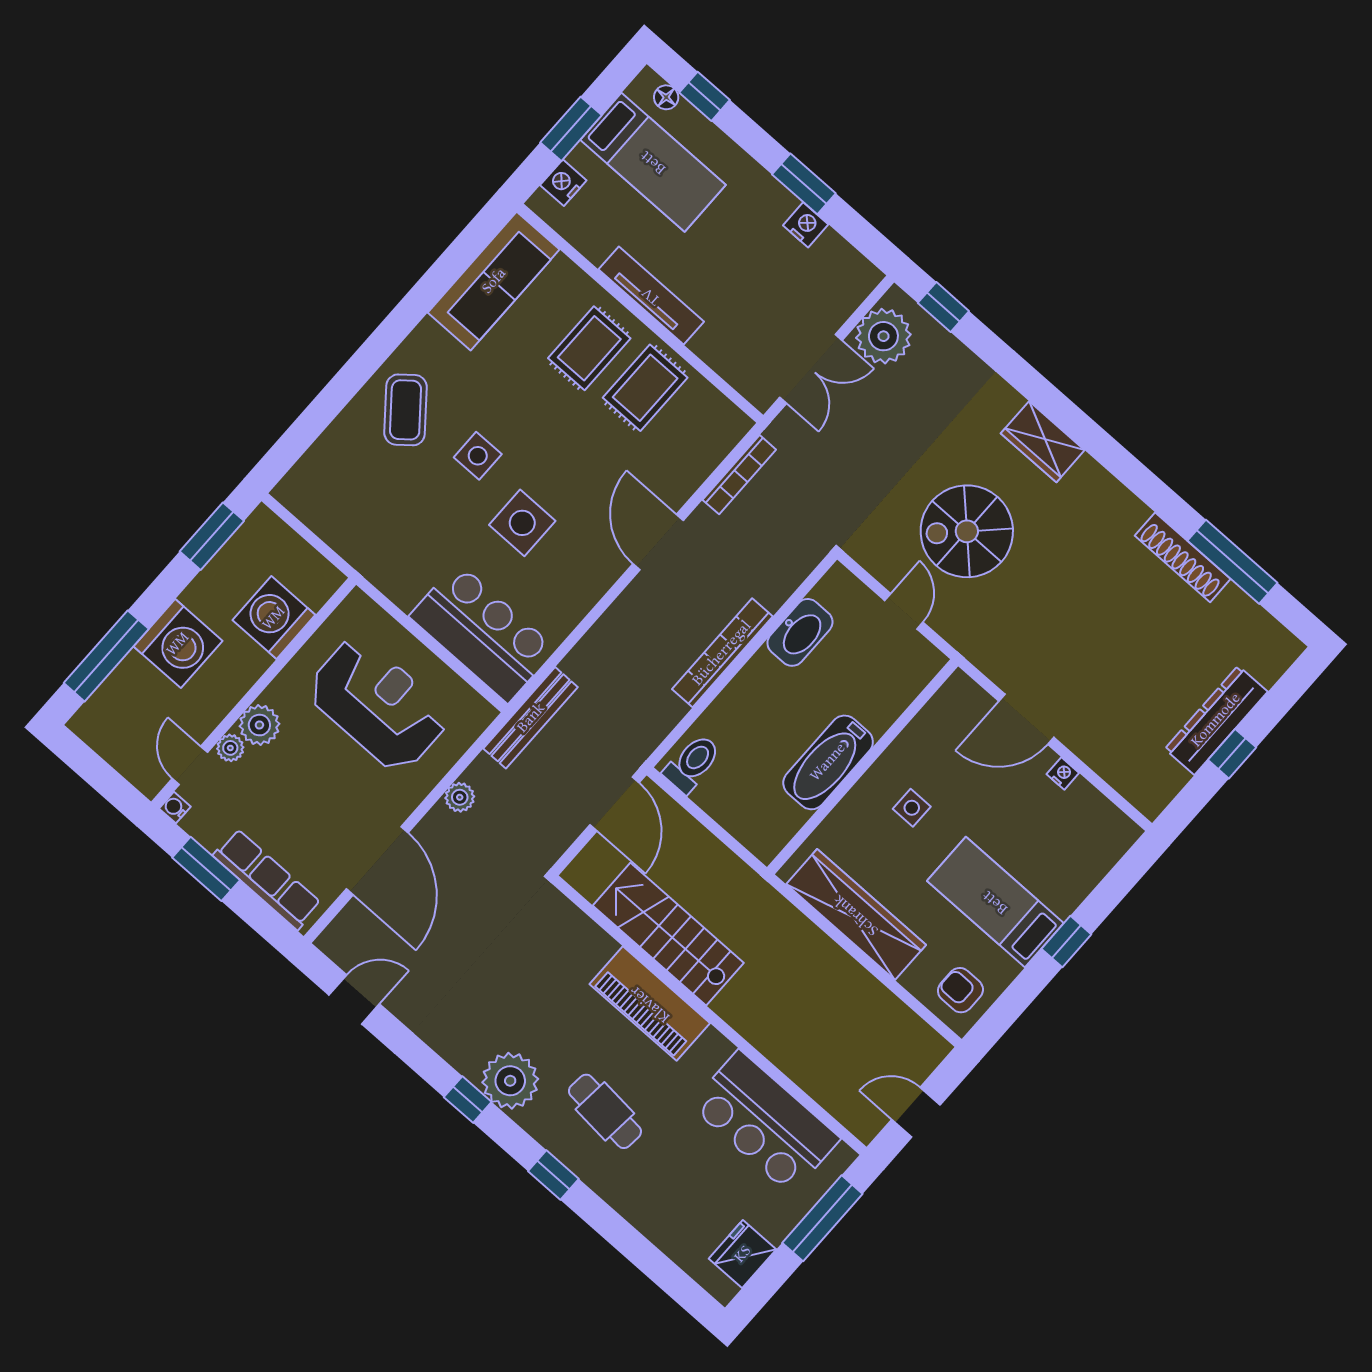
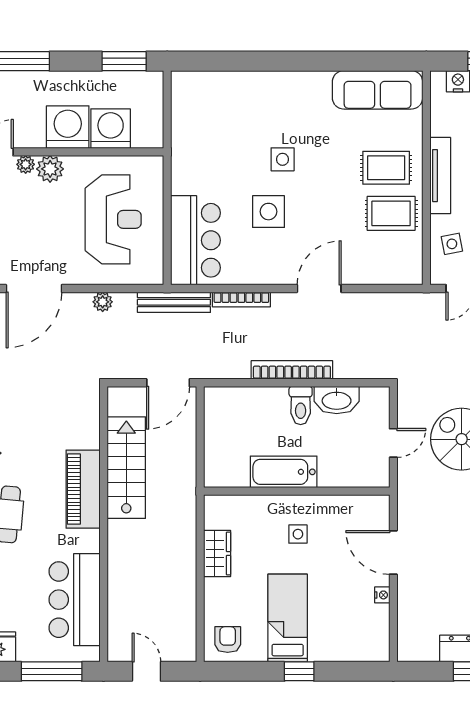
side table: (739, 350) -> (452, 244), added
coffee table: (406, 410) -> (274, 103), removed
bookcase: (739, 475) -> (241, 299), moved
washing machine: (178, 644) -> (68, 127), moved, turned 180
toilet: (692, 763) -> (301, 405), moved, turned 90
wardrobe: (856, 915) -> (217, 553), width x0.48, depth x0.85

